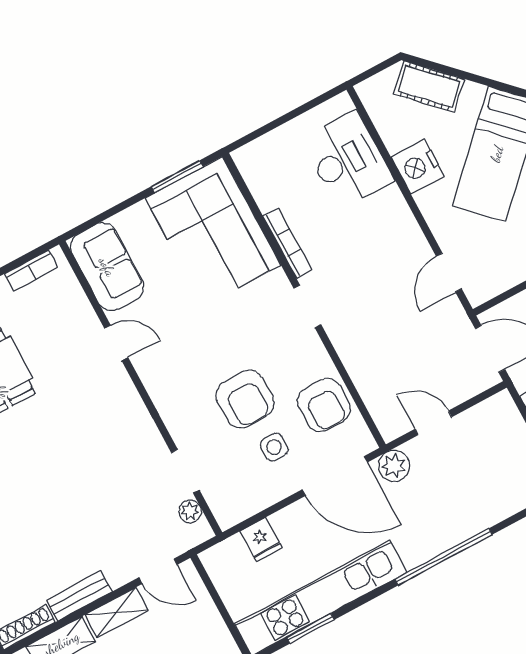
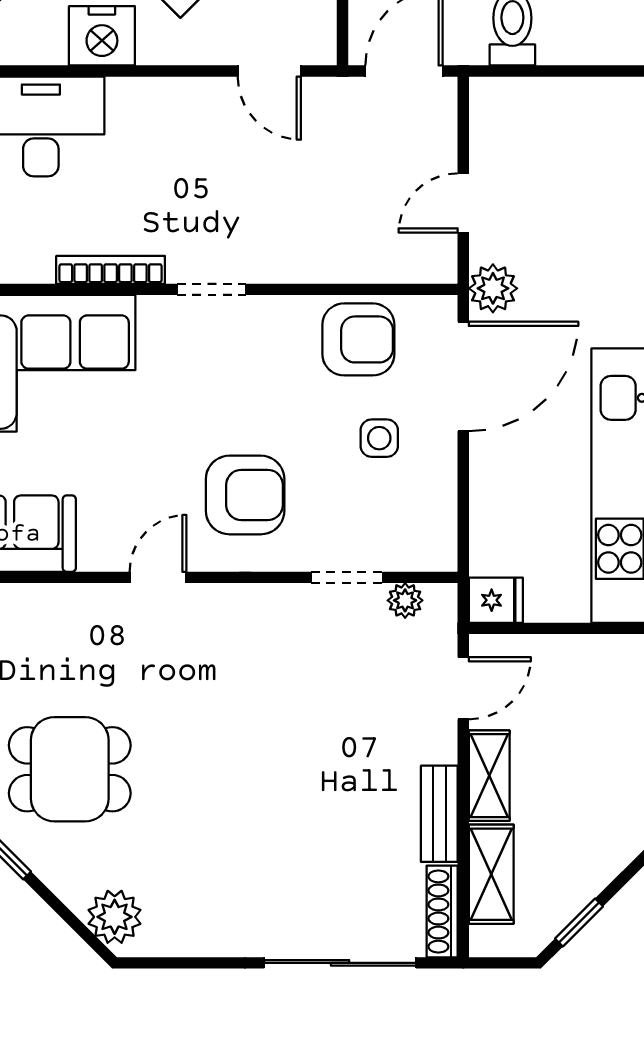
door: (116, 343) -> (158, 577), moved
armchair: (245, 399) -> (245, 495), moved
fridge: (261, 539) -> (496, 600), moved

